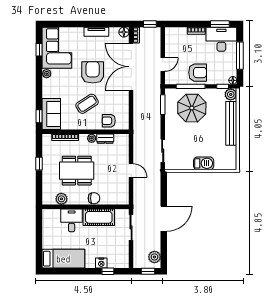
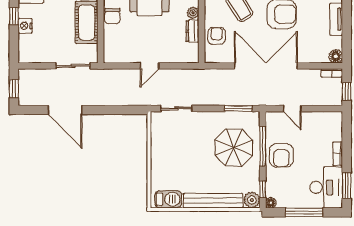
double door: (131, 67) -> (266, 66), moved
barbecue: (204, 163) -> (168, 199), moved, turned -90
door: (164, 219) -> (65, 110), moved
plant: (154, 257) -> (33, 97), removed
window: (108, 271) -> (14, 16), moved

